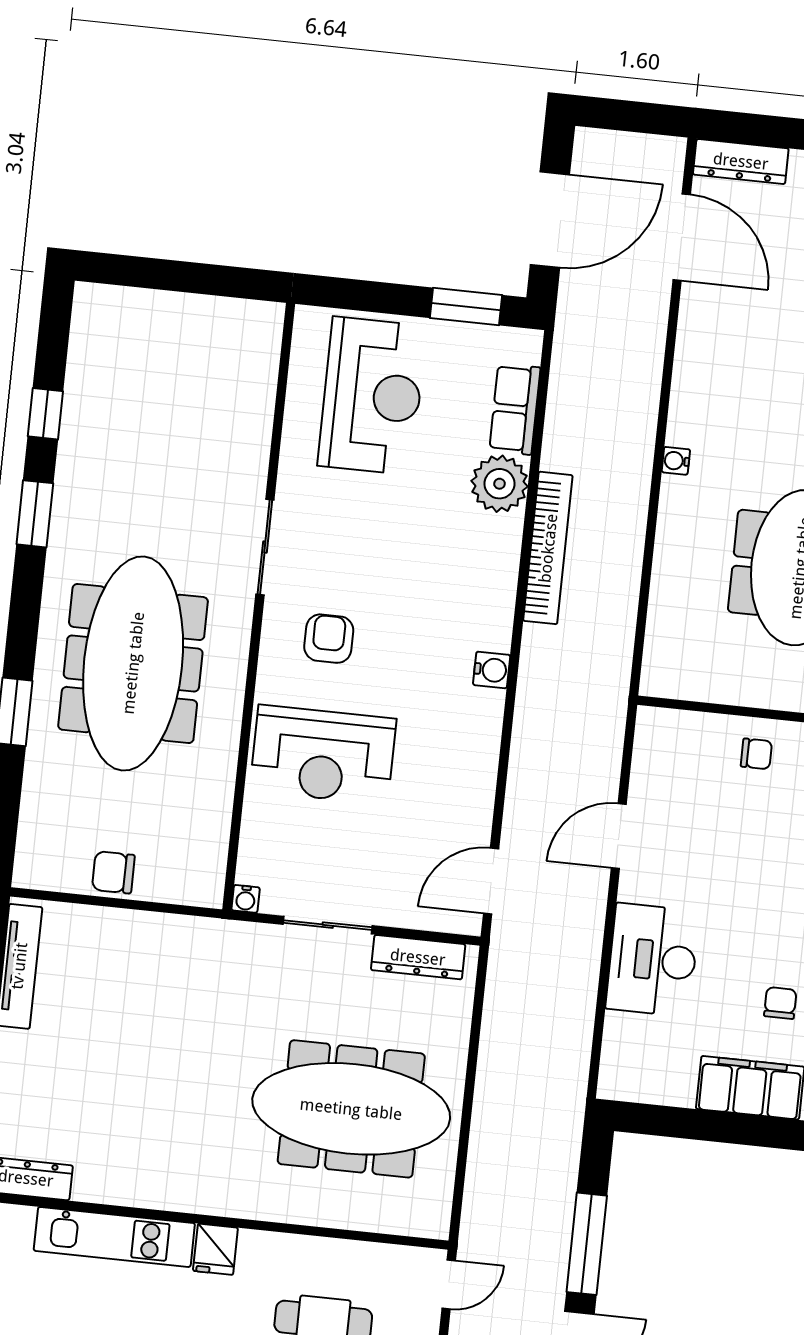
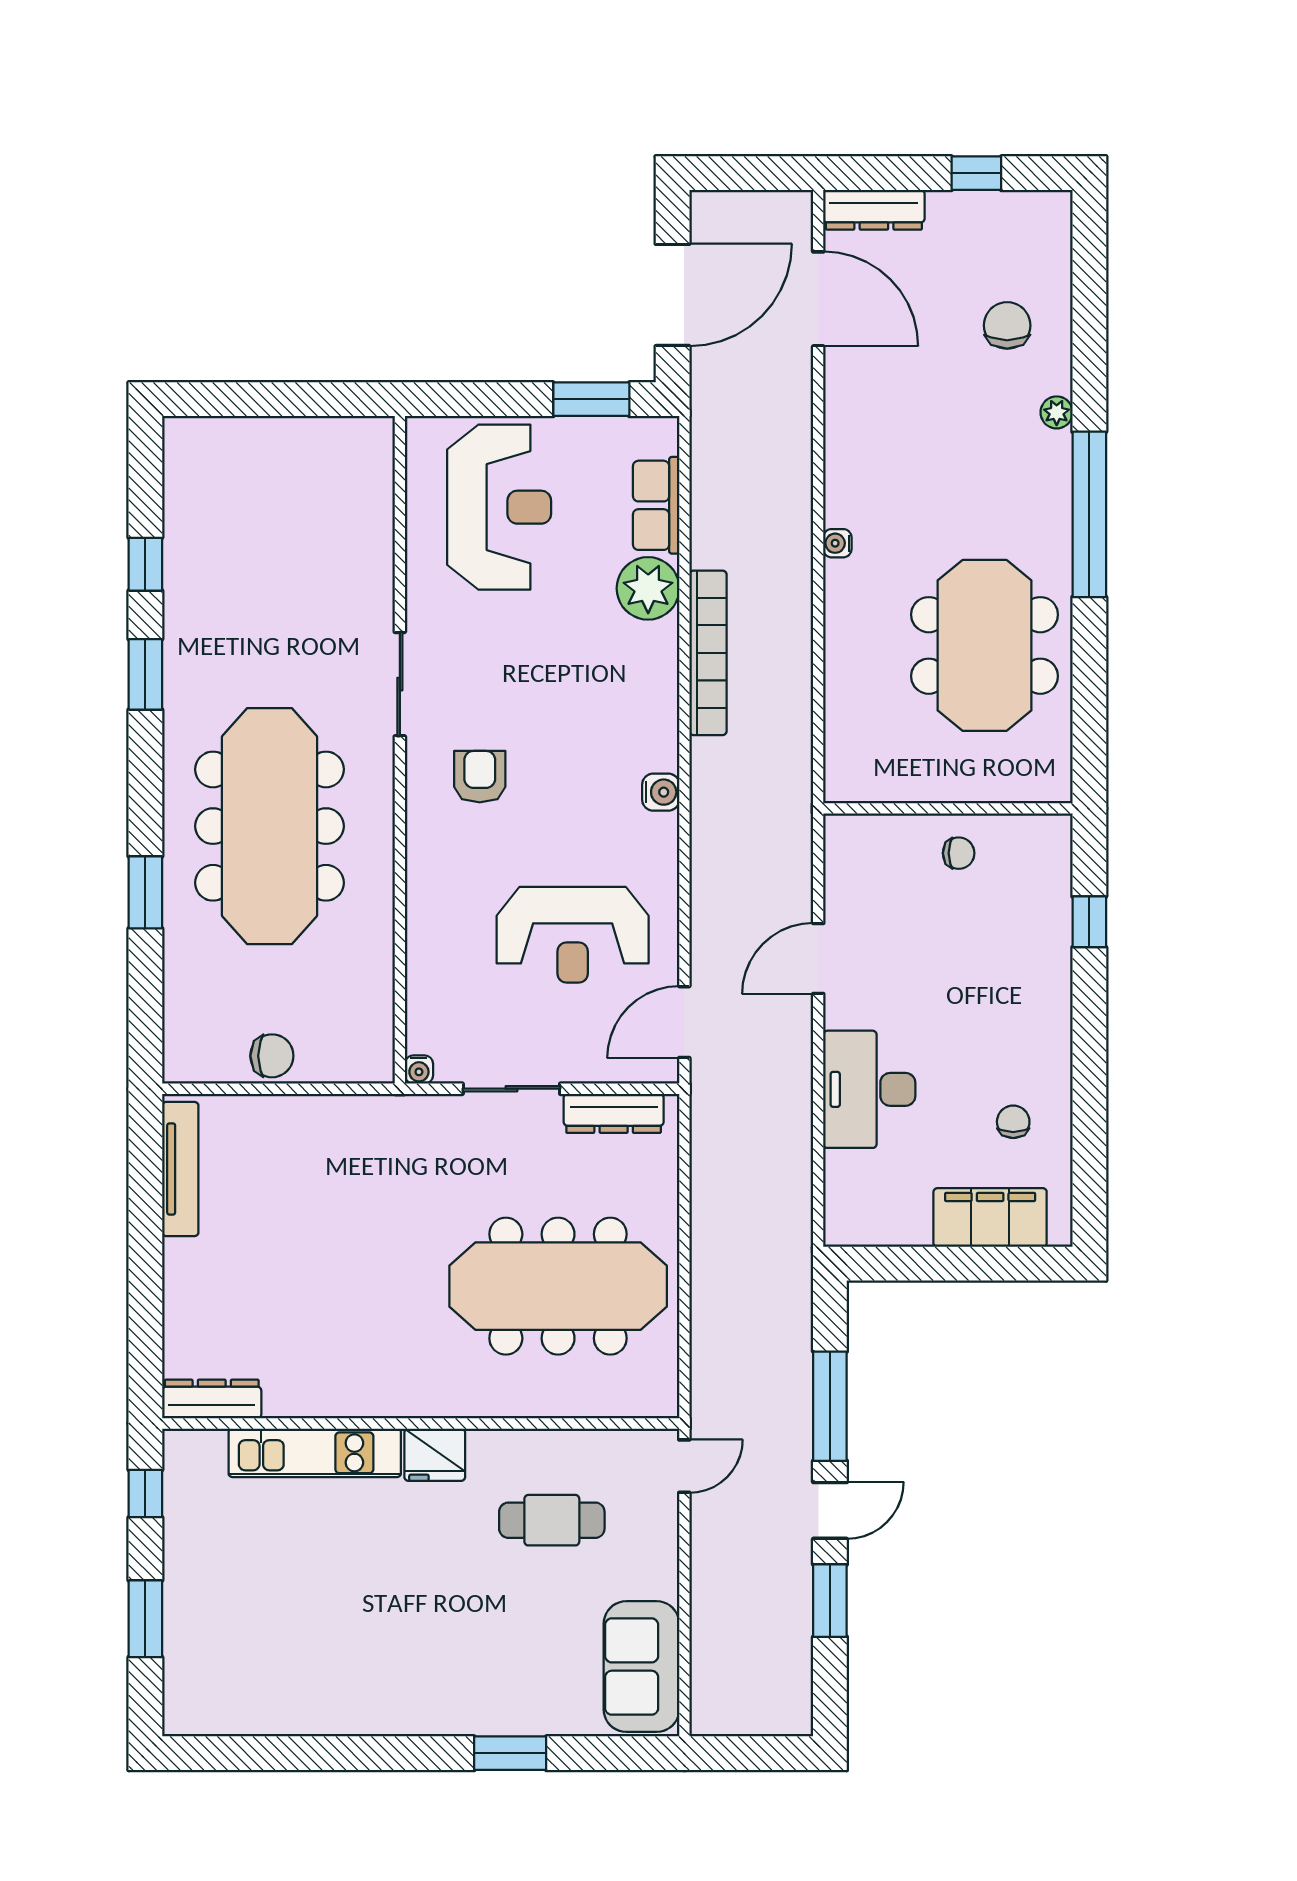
reception desk: (323, 755) -> (573, 935), moved
chair: (113, 872) -> (272, 1056), turned 180
fridge: (215, 1249) -> (435, 1455), width x1.38

